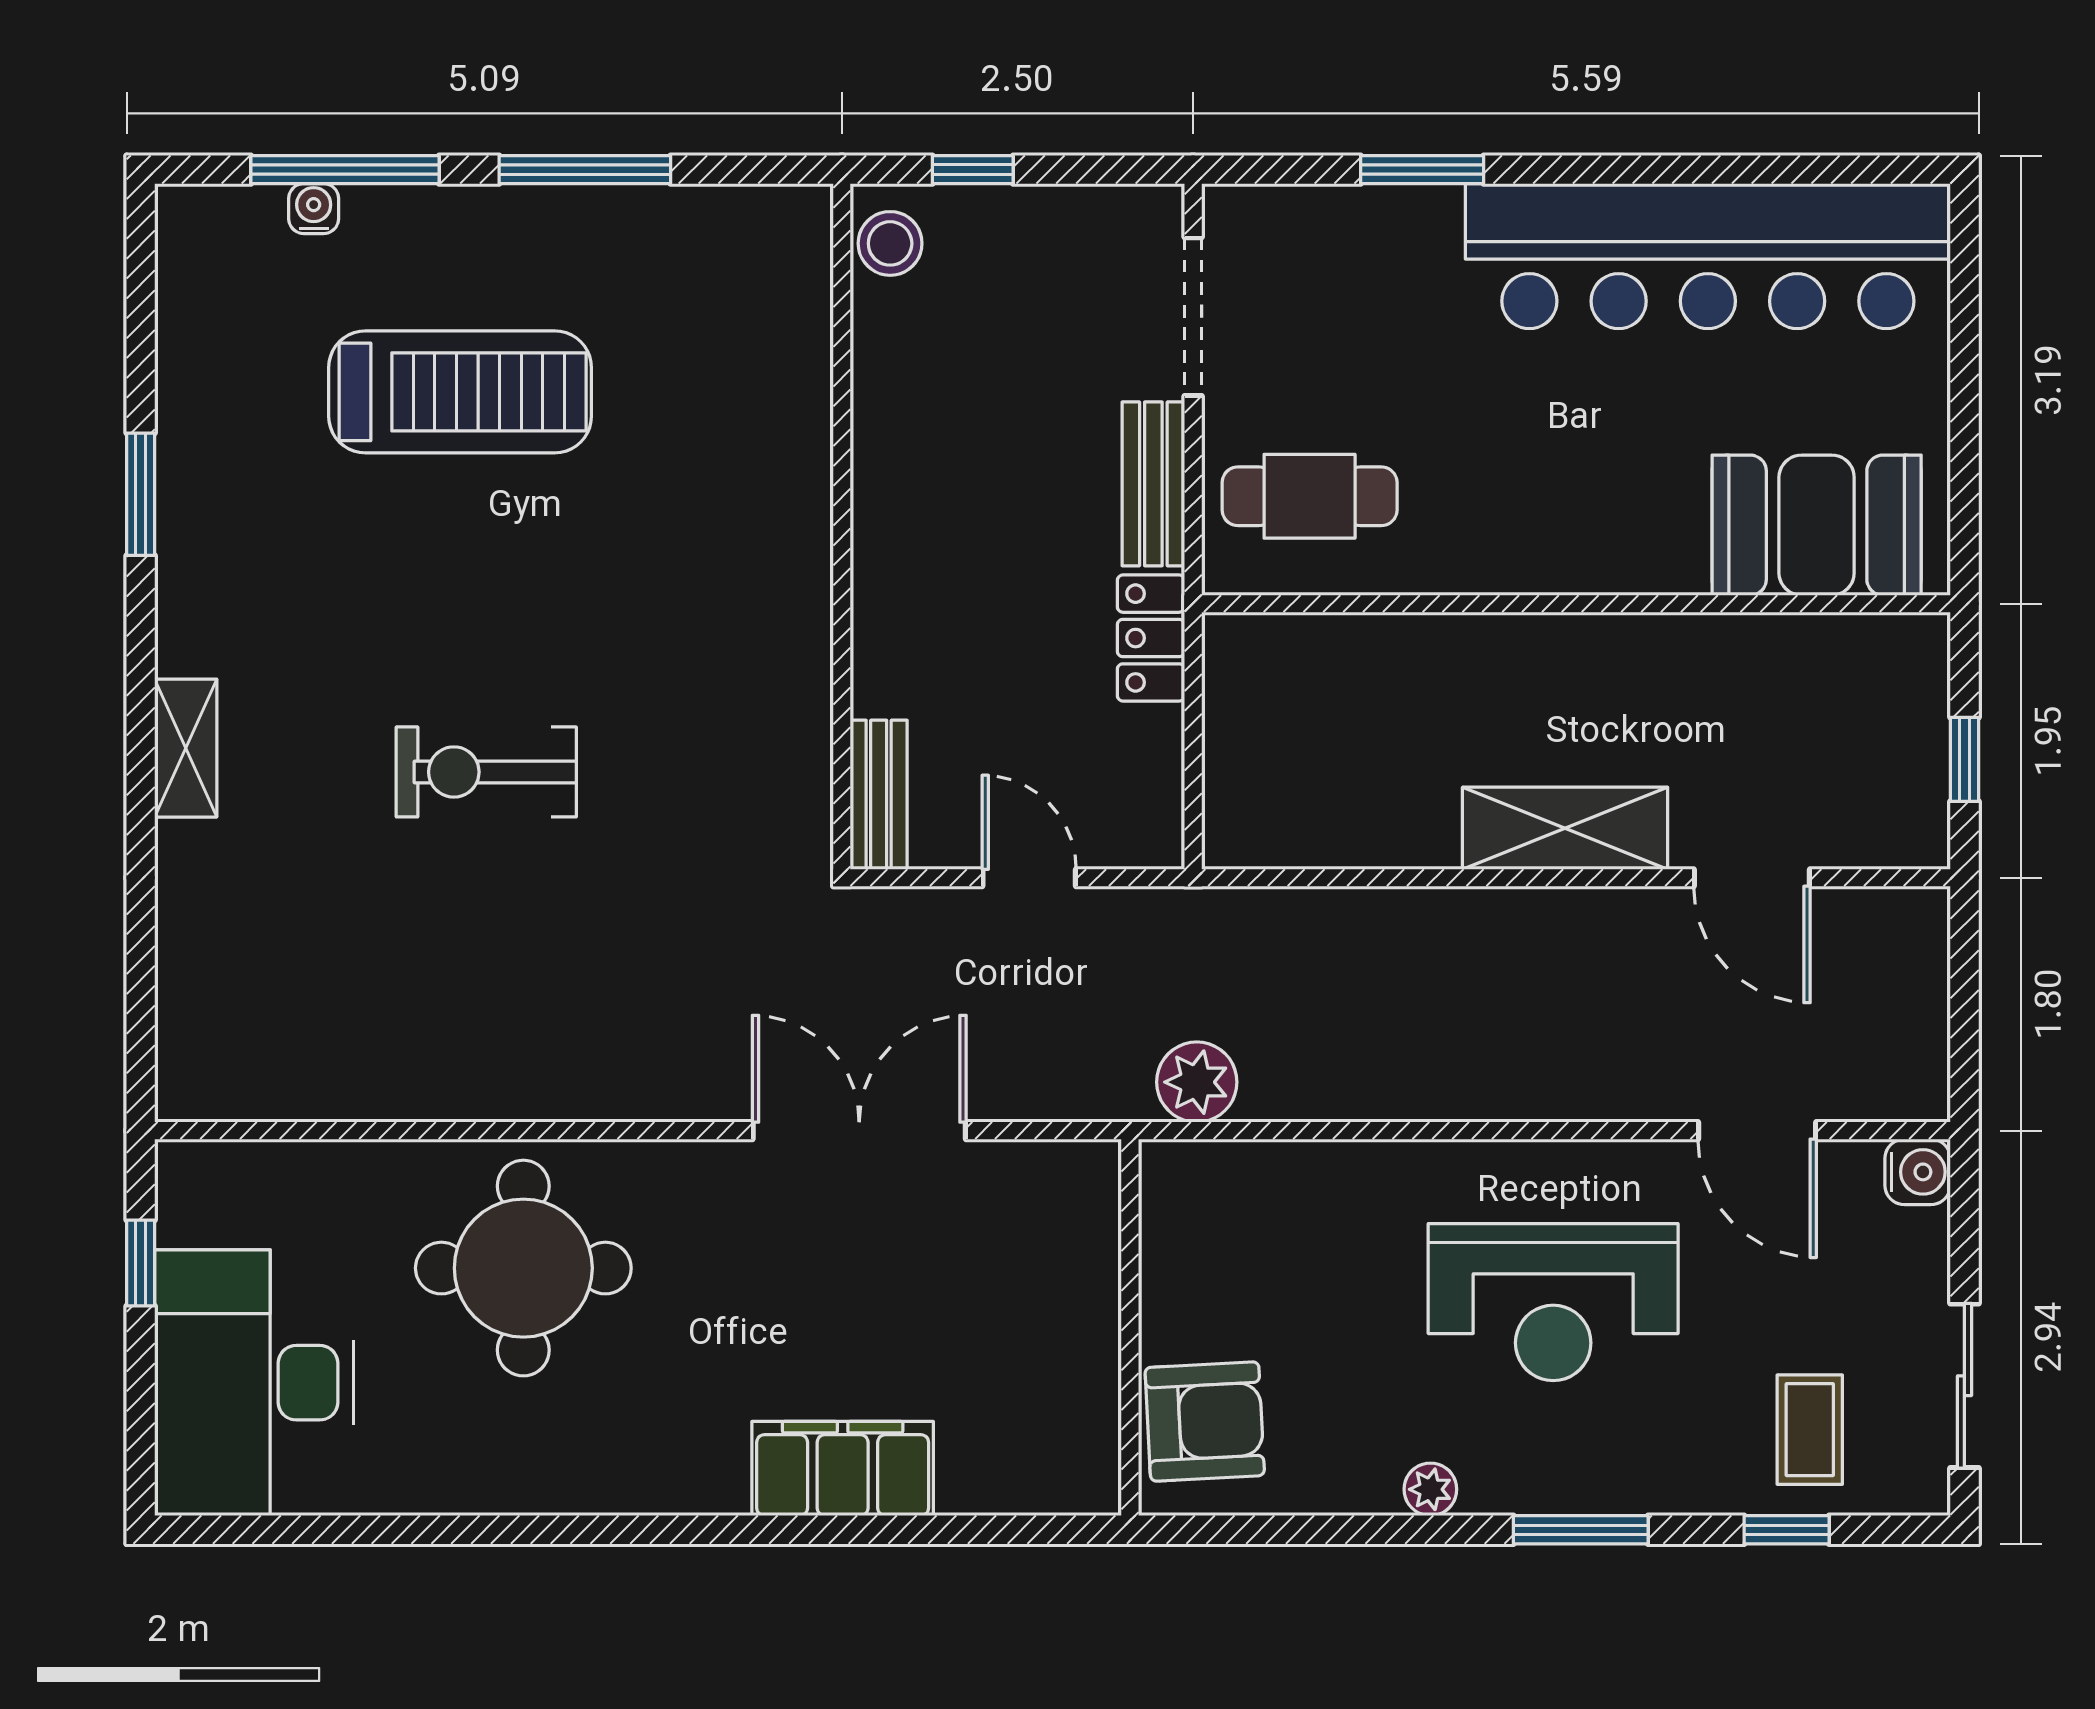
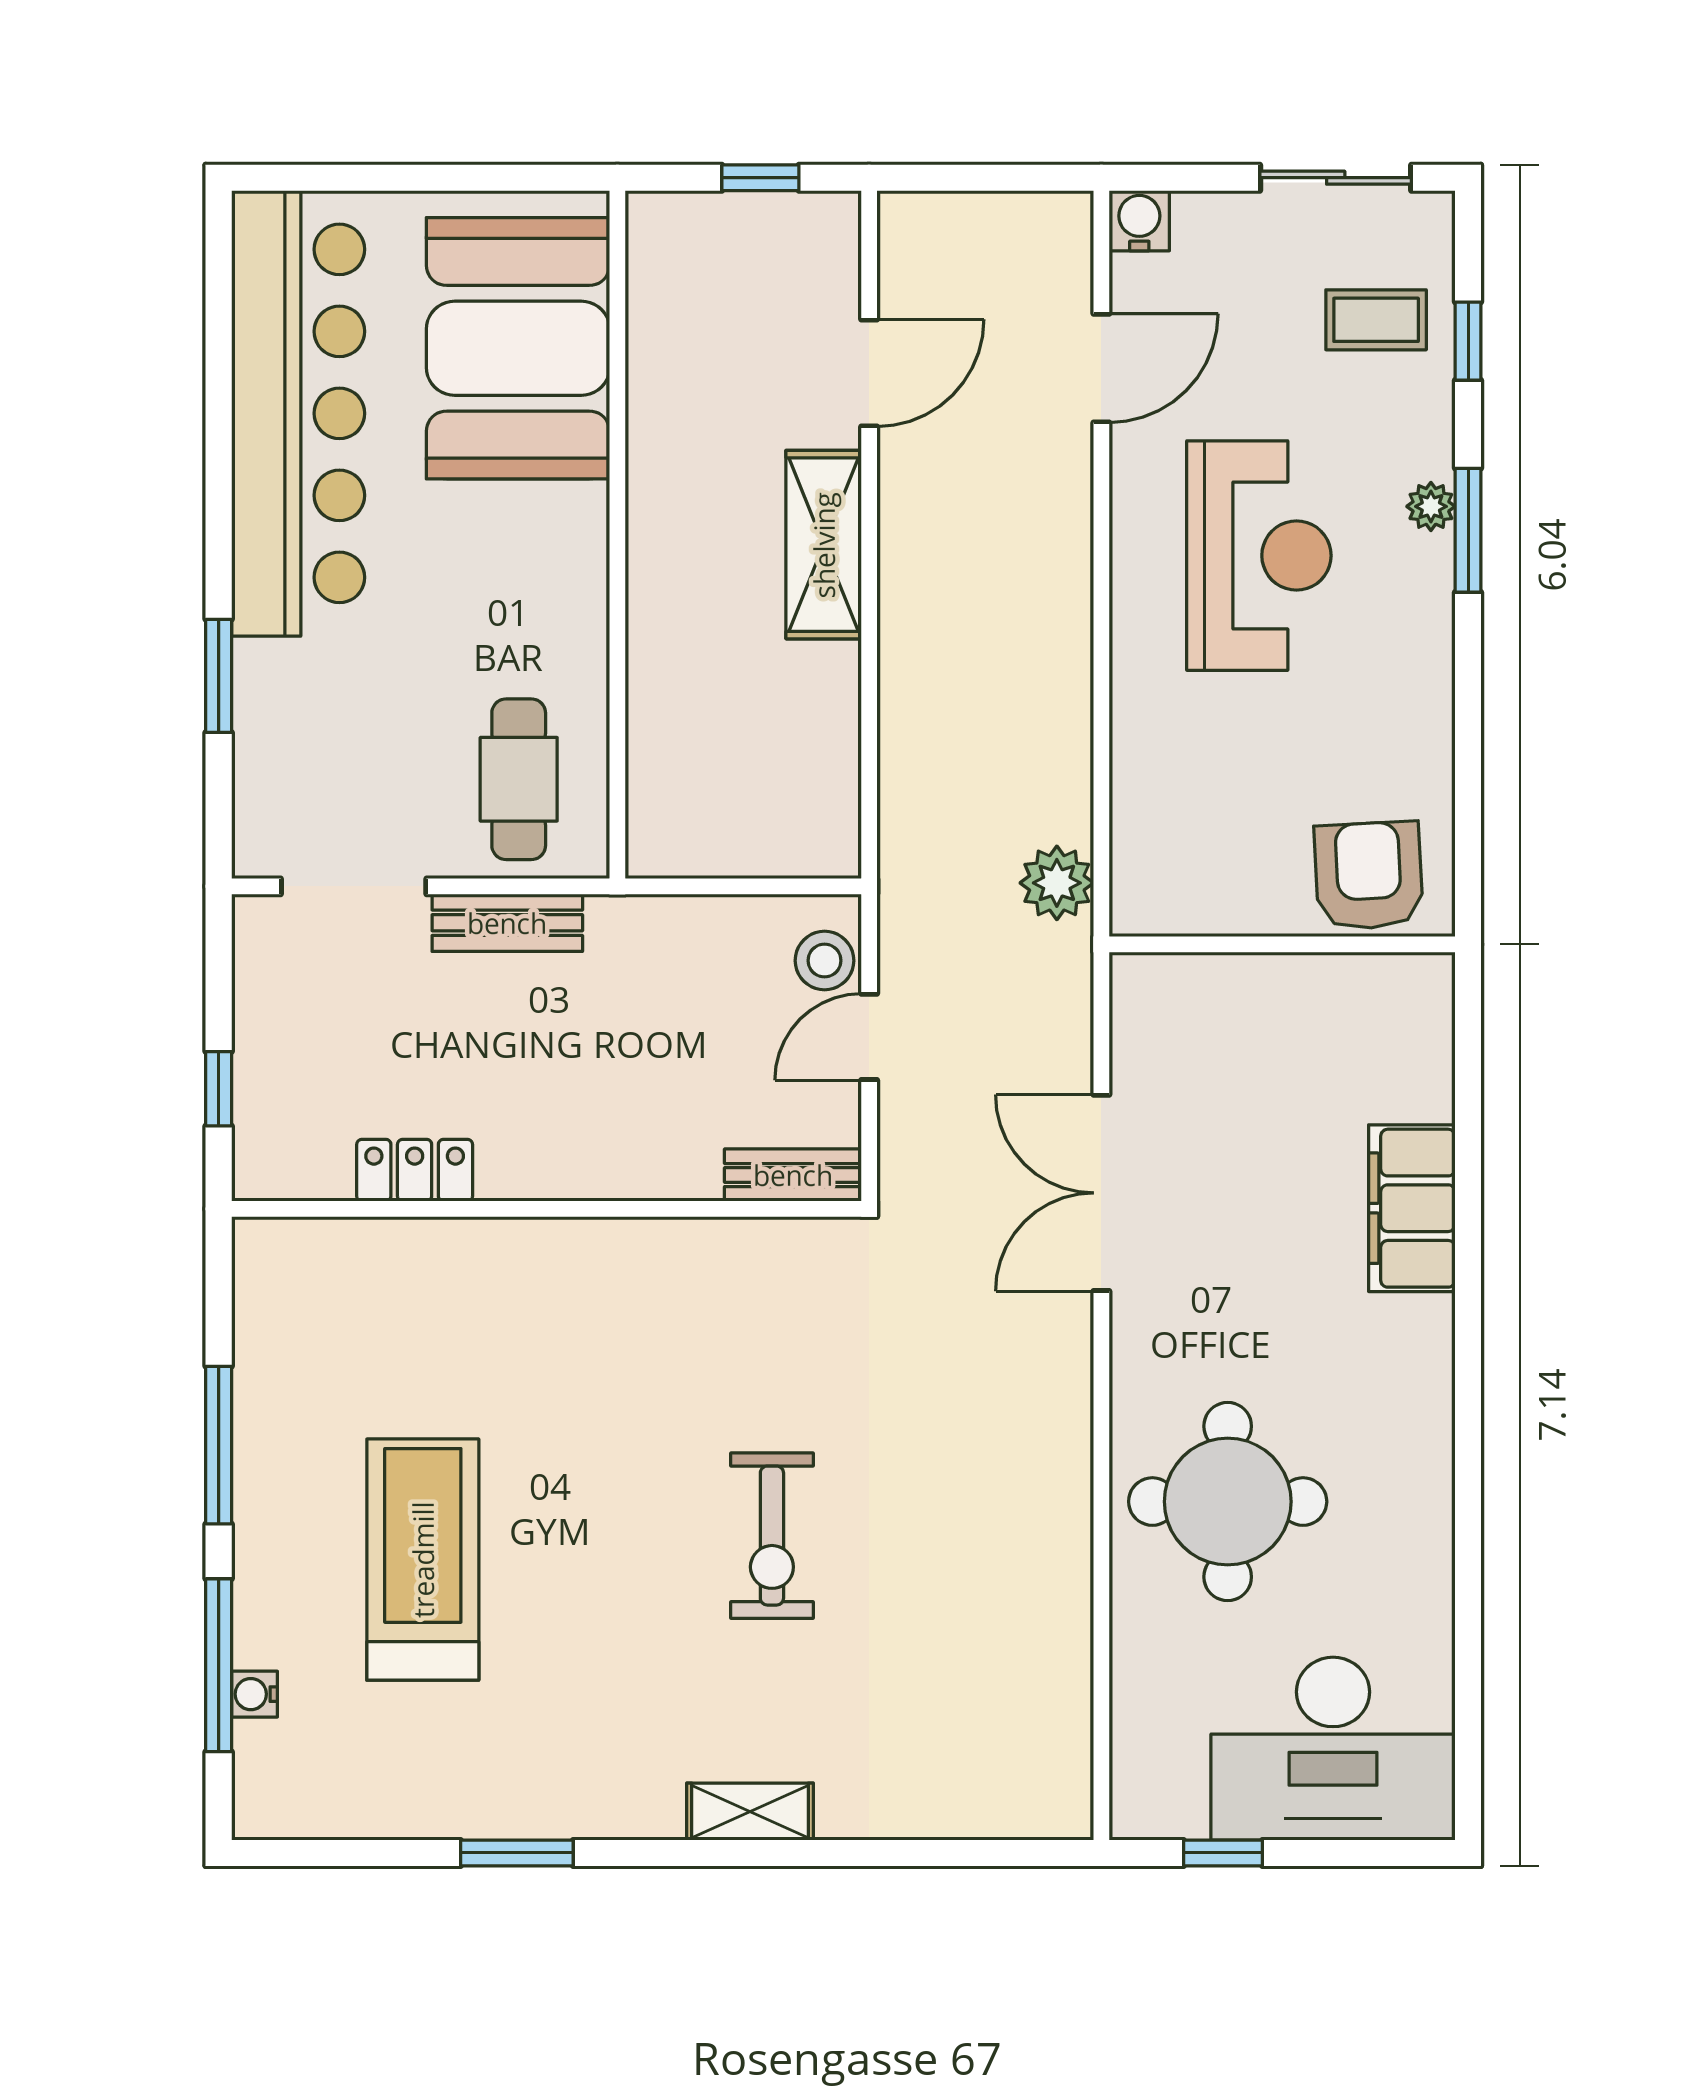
stool: (890, 243) -> (825, 961), moved
booth: (1817, 525) -> (518, 348), width x1.36, depth x1.42
locker: (1151, 638) -> (415, 1170), moved, turned 180
plant: (1430, 1489) -> (1431, 506), moved

